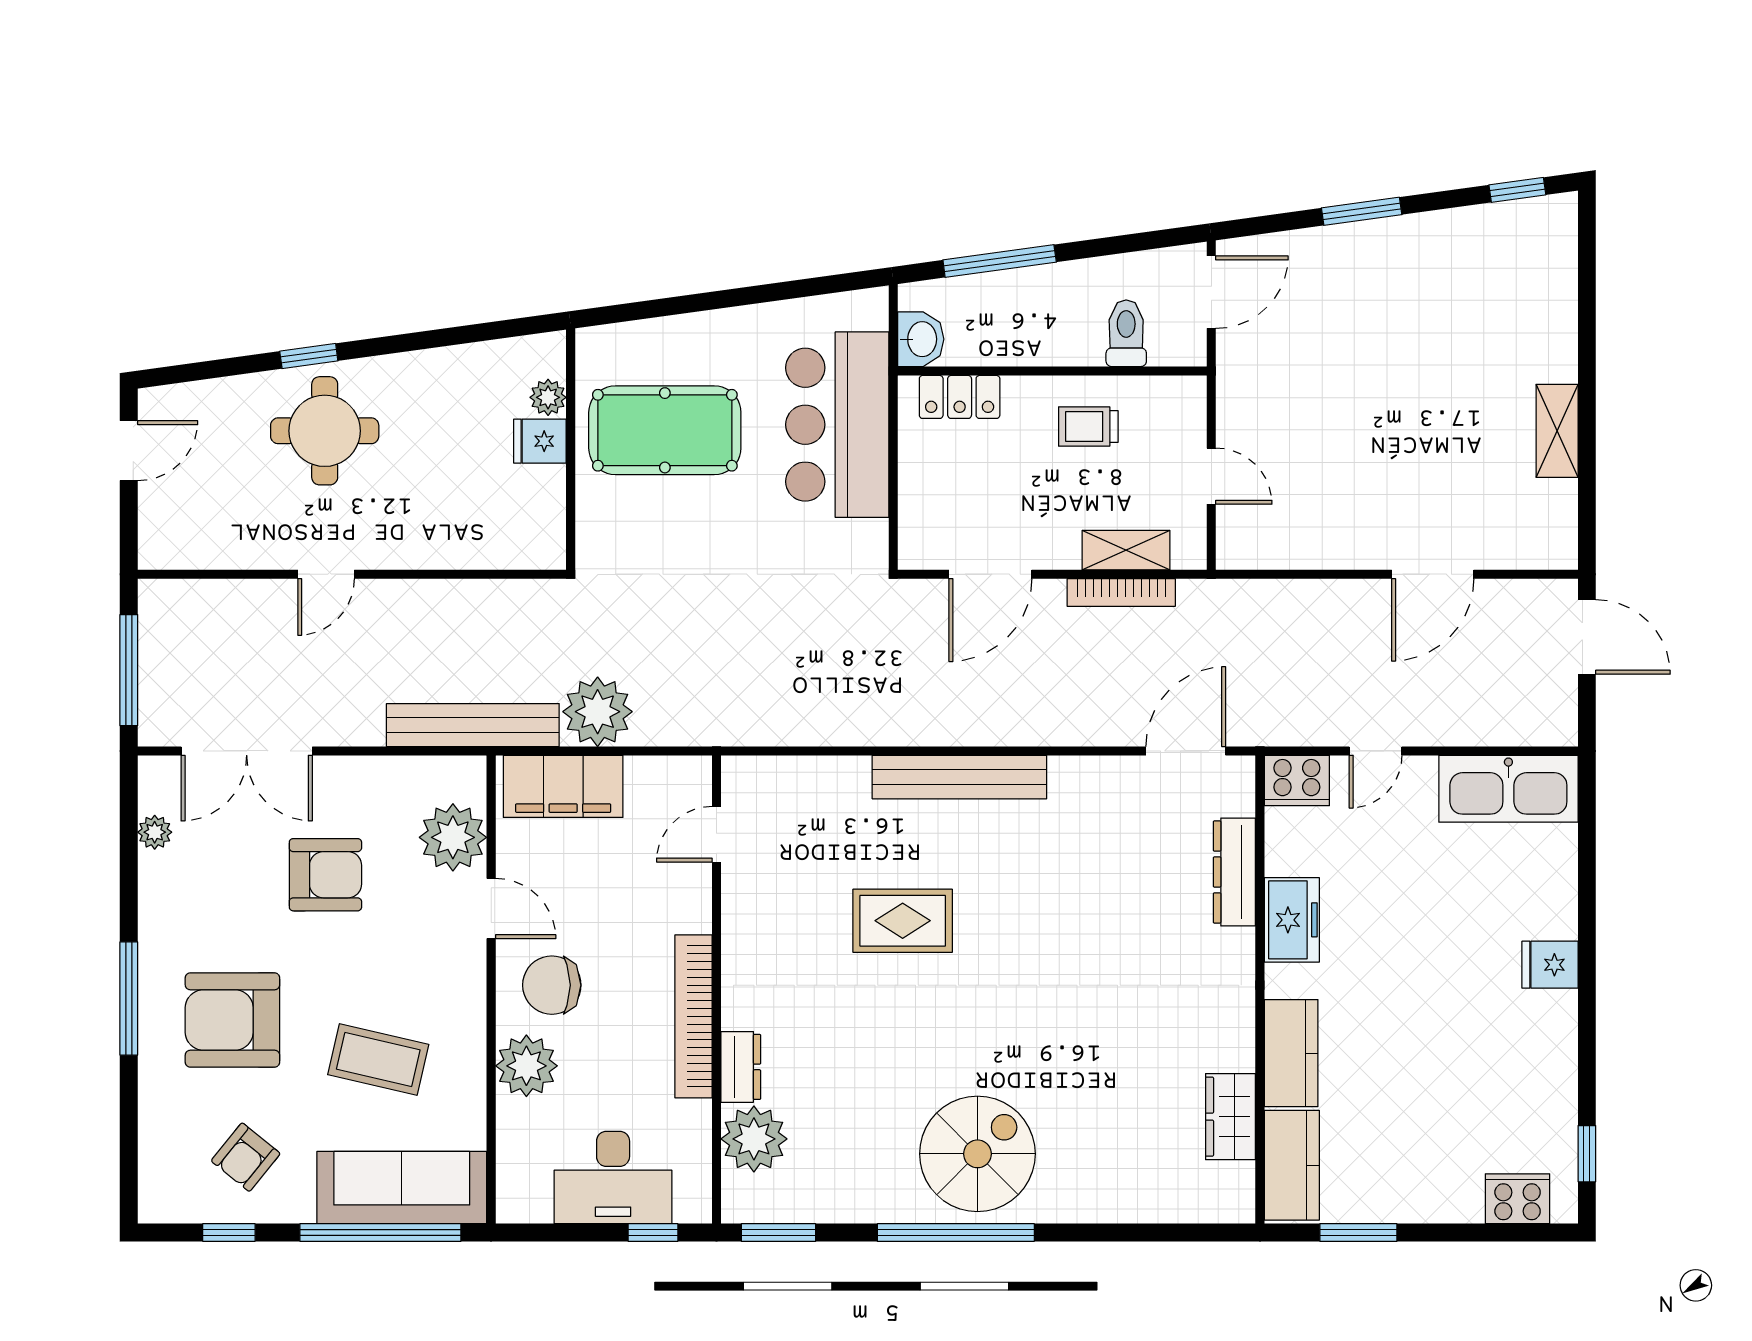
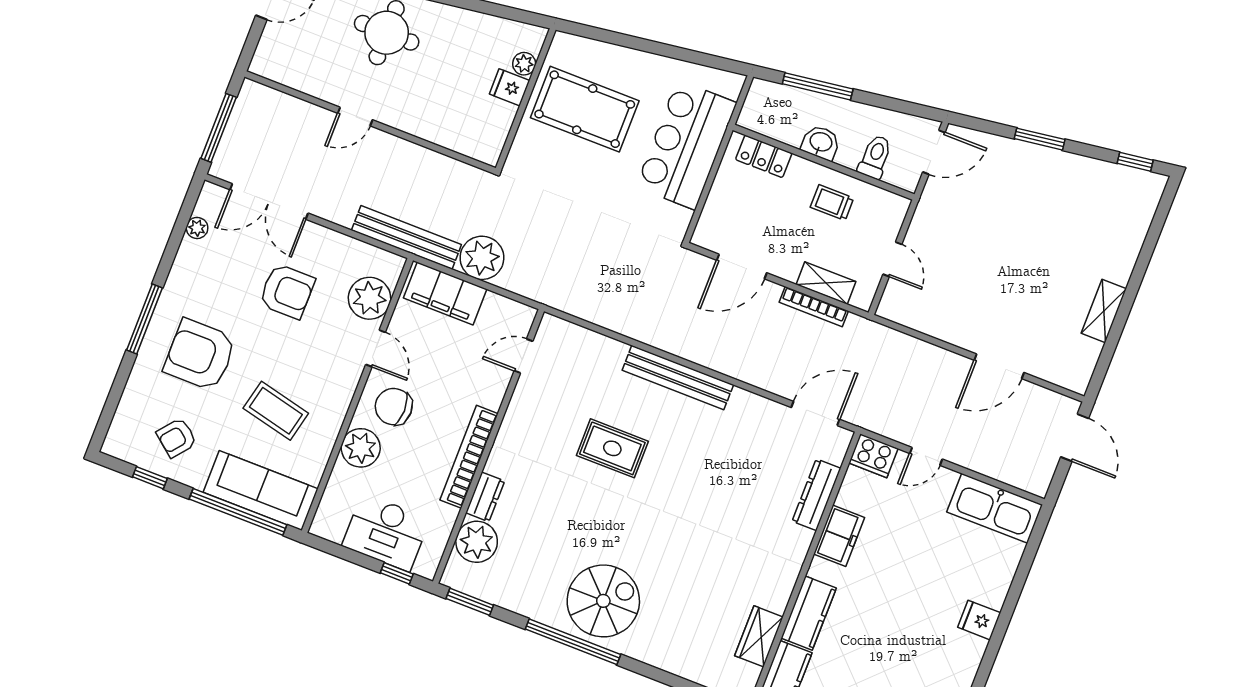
washbasin: (921, 339) -> (821, 143), moved, turned -90

